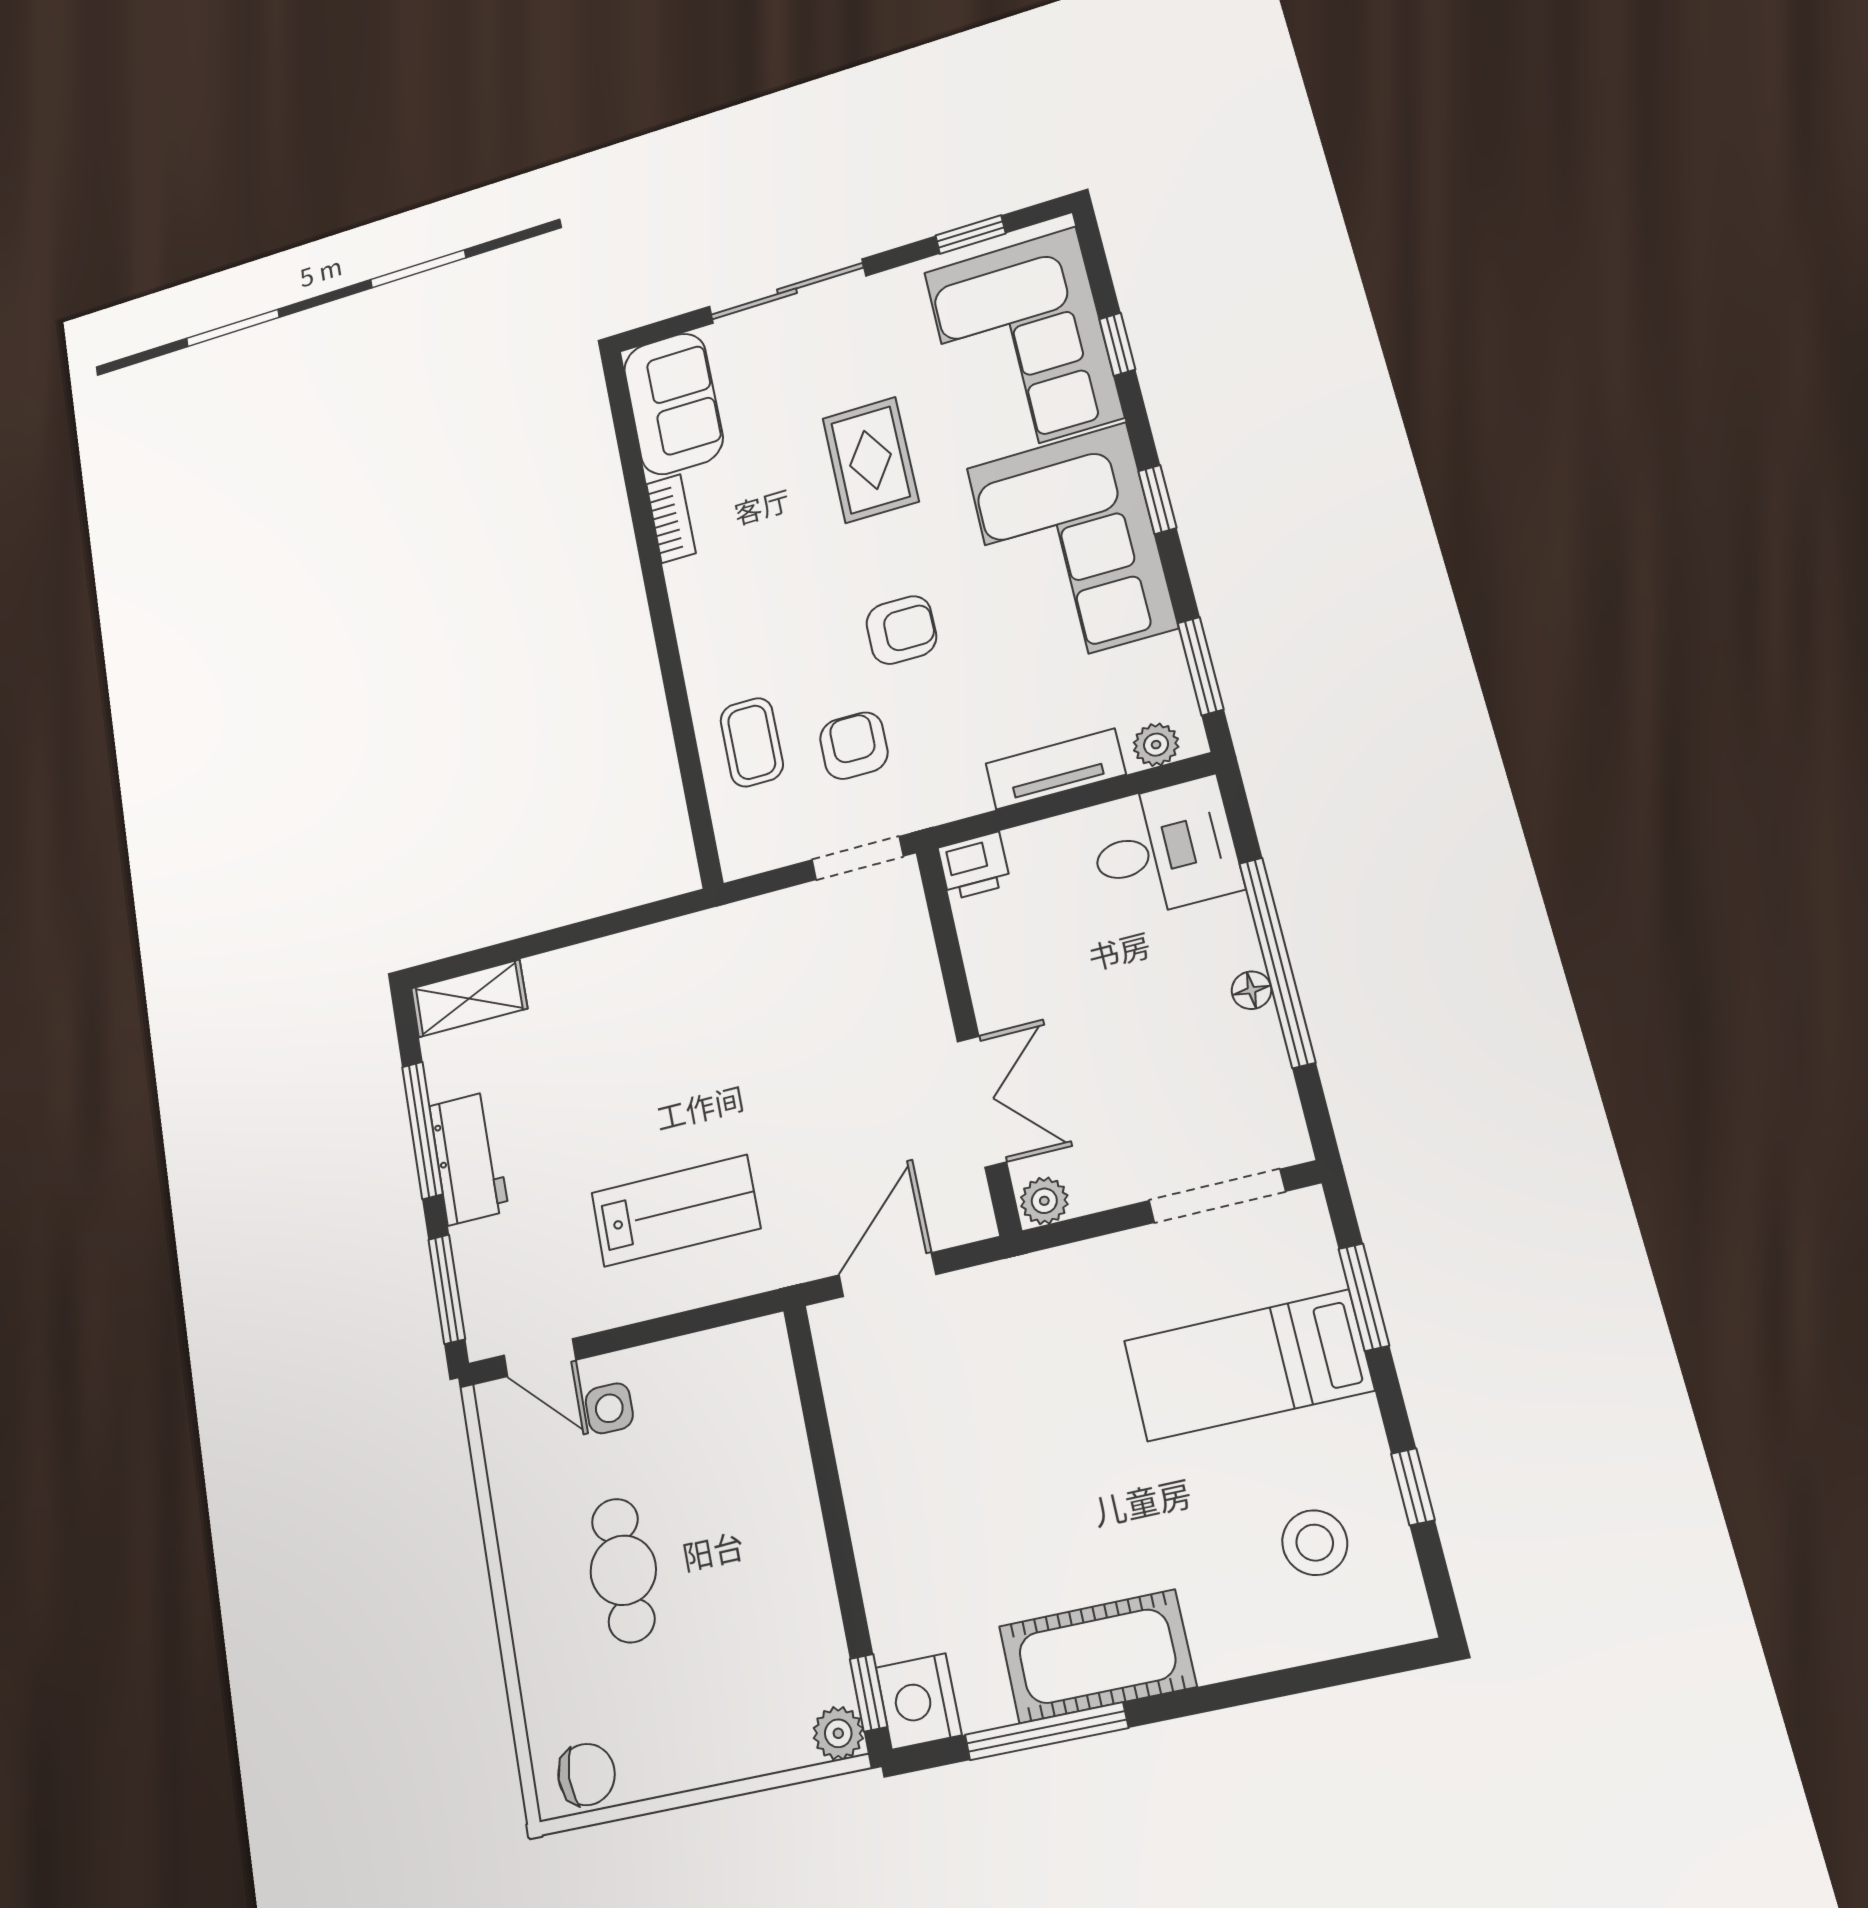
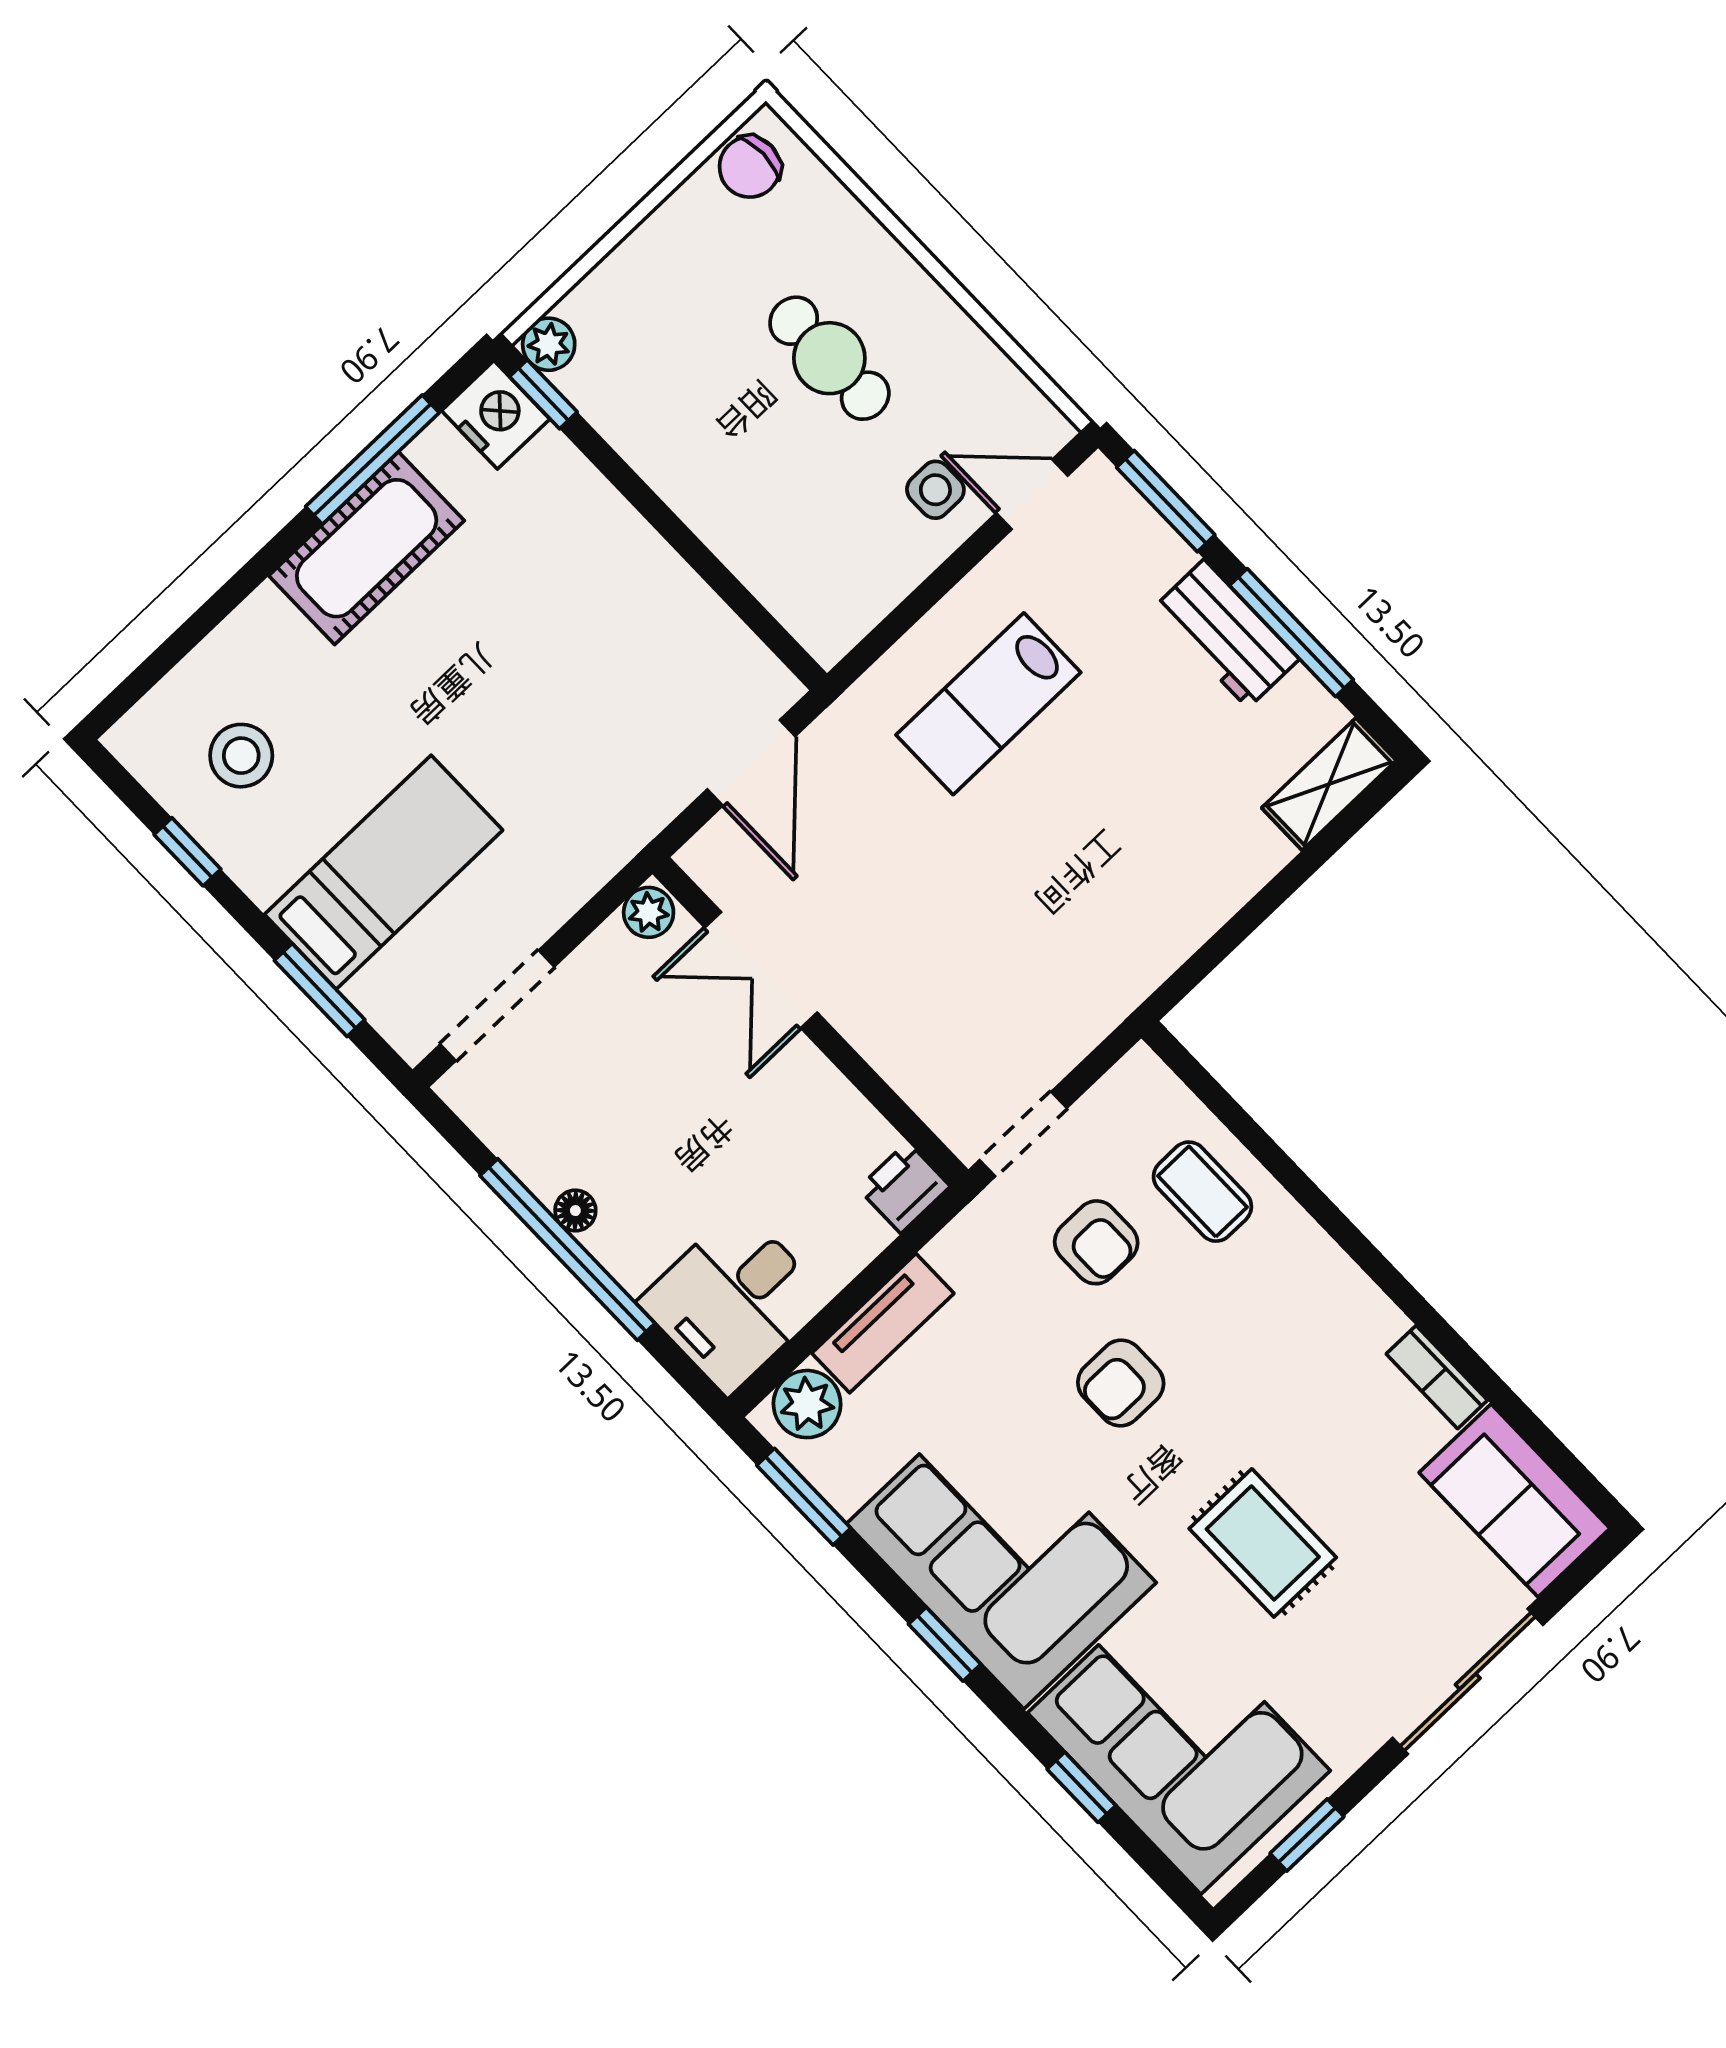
plant: (1156, 745) -> (807, 1404), width x1.38, depth x1.38

